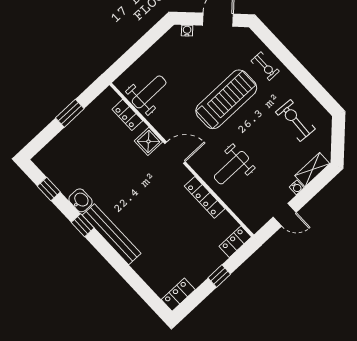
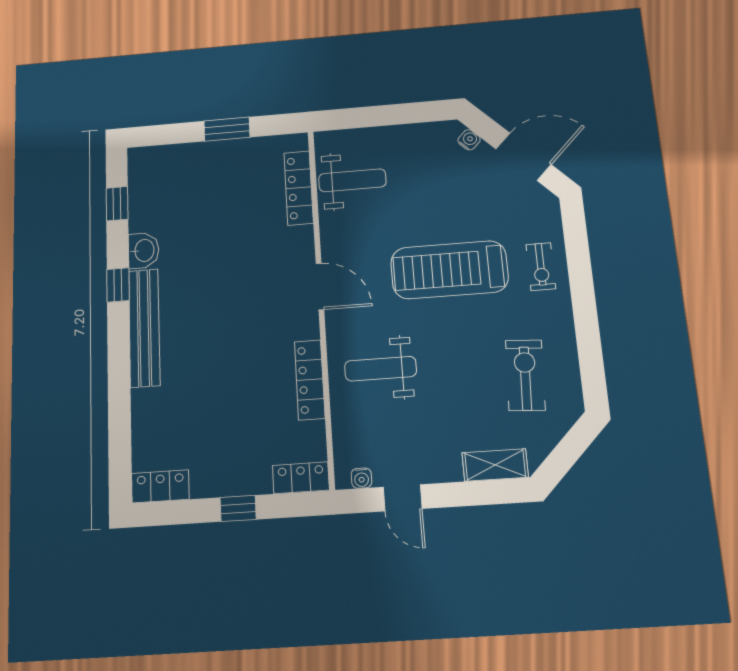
treadmill: (226, 99) -> (449, 270), turned 180
locker: (127, 115) -> (299, 188), width x1.53
shower: (148, 141) -> (297, 244), removed
water cooler: (297, 187) -> (361, 478), moved

